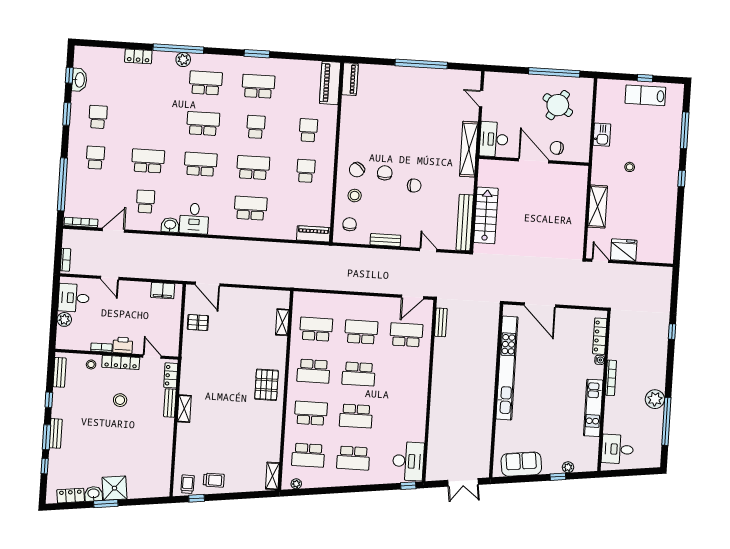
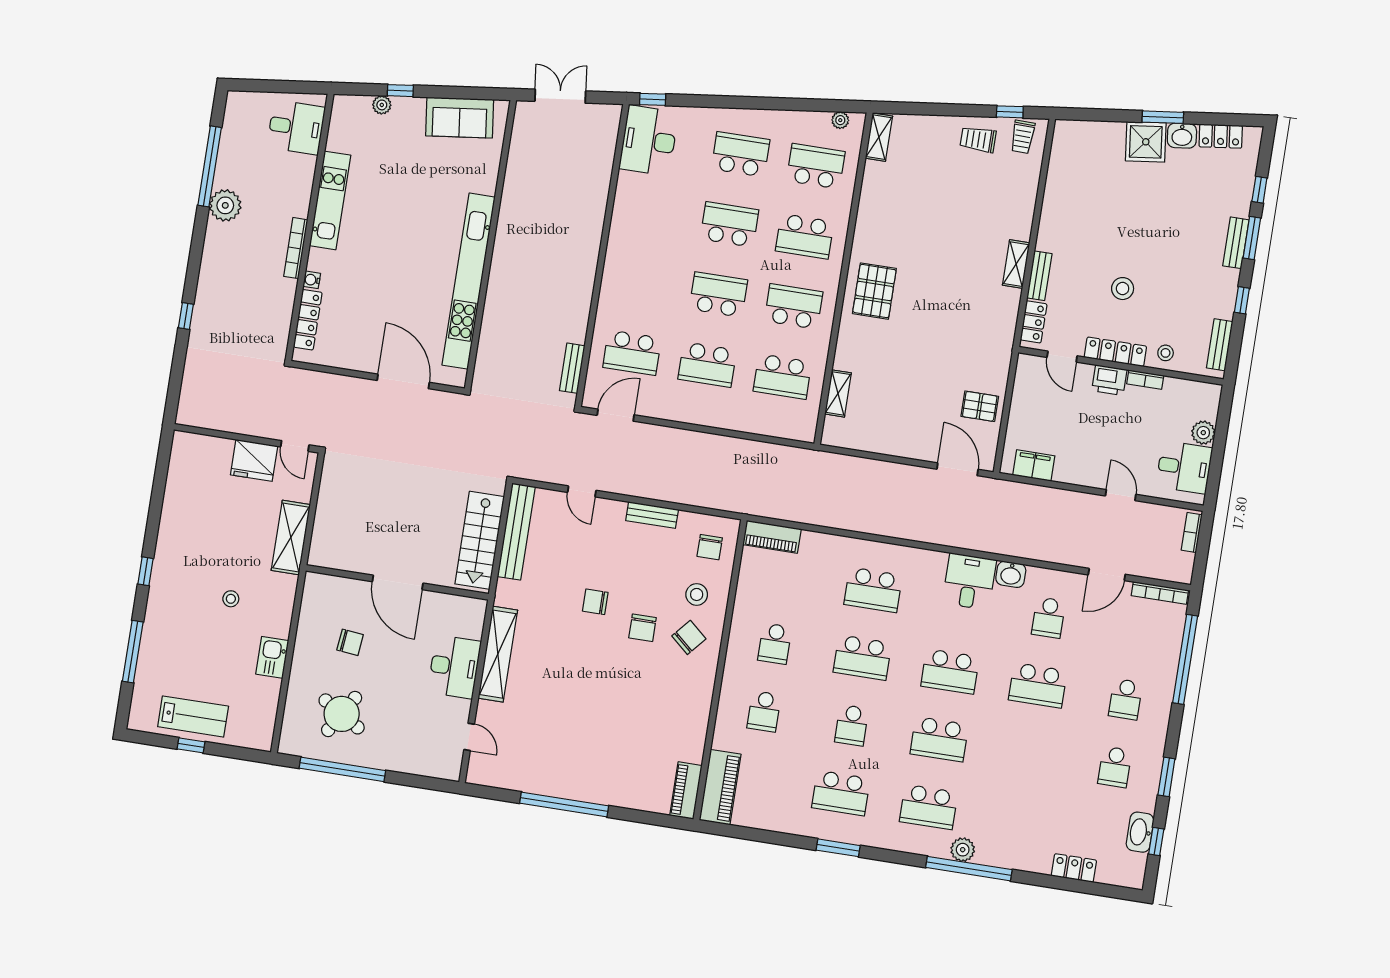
locker: (138, 56) -> (1074, 868), moved
door: (534, 161) -> (398, 582), moved
wall: (534, 161) -> (397, 582), moved

